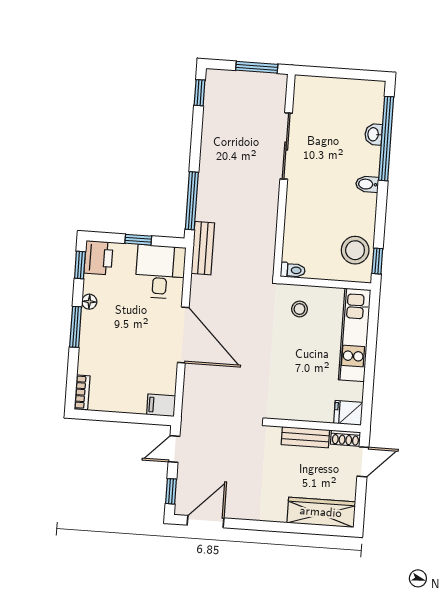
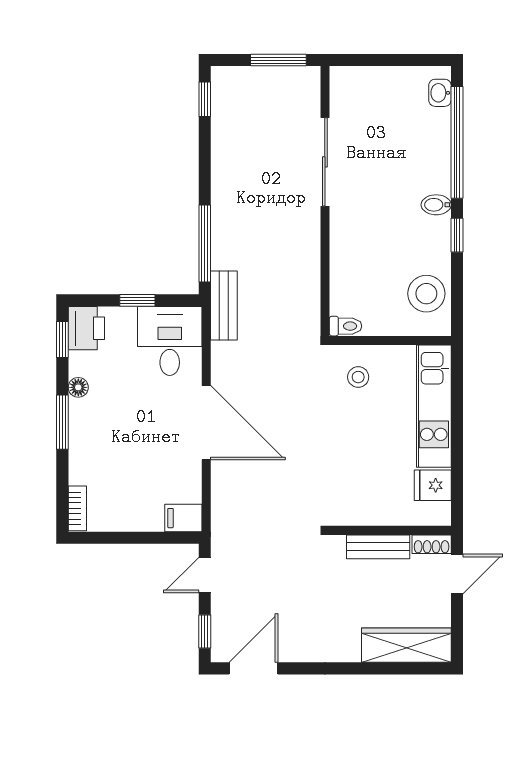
washbasin: (374, 134) -> (440, 93), moved
window: (377, 261) -> (457, 235), moved
fridge: (348, 413) -> (433, 485), moved

